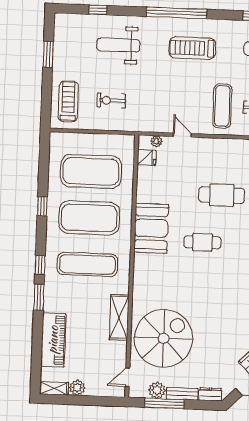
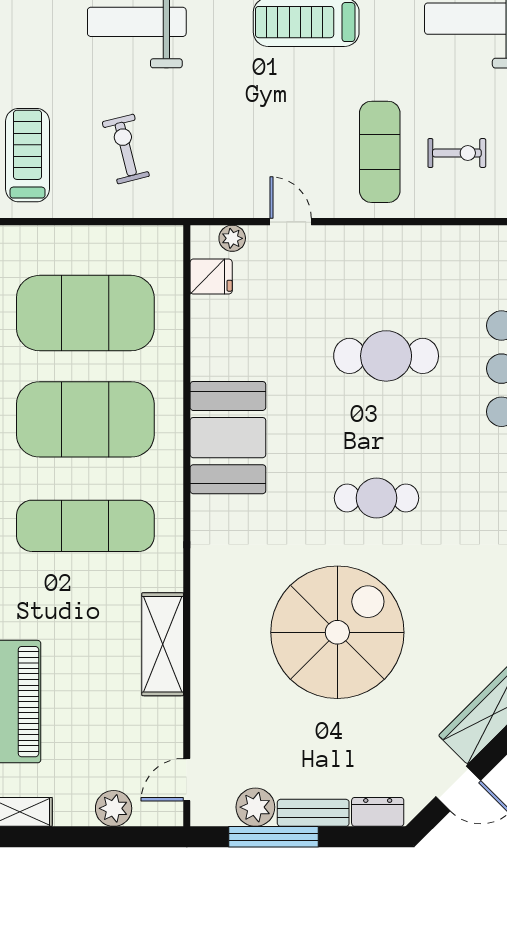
exercise bike: (111, 100) -> (126, 149), turned 76
cafe table: (202, 242) -> (377, 498), moved
spiral stairs: (164, 338) -> (337, 632), moved
plant: (77, 388) -> (114, 808), moved

